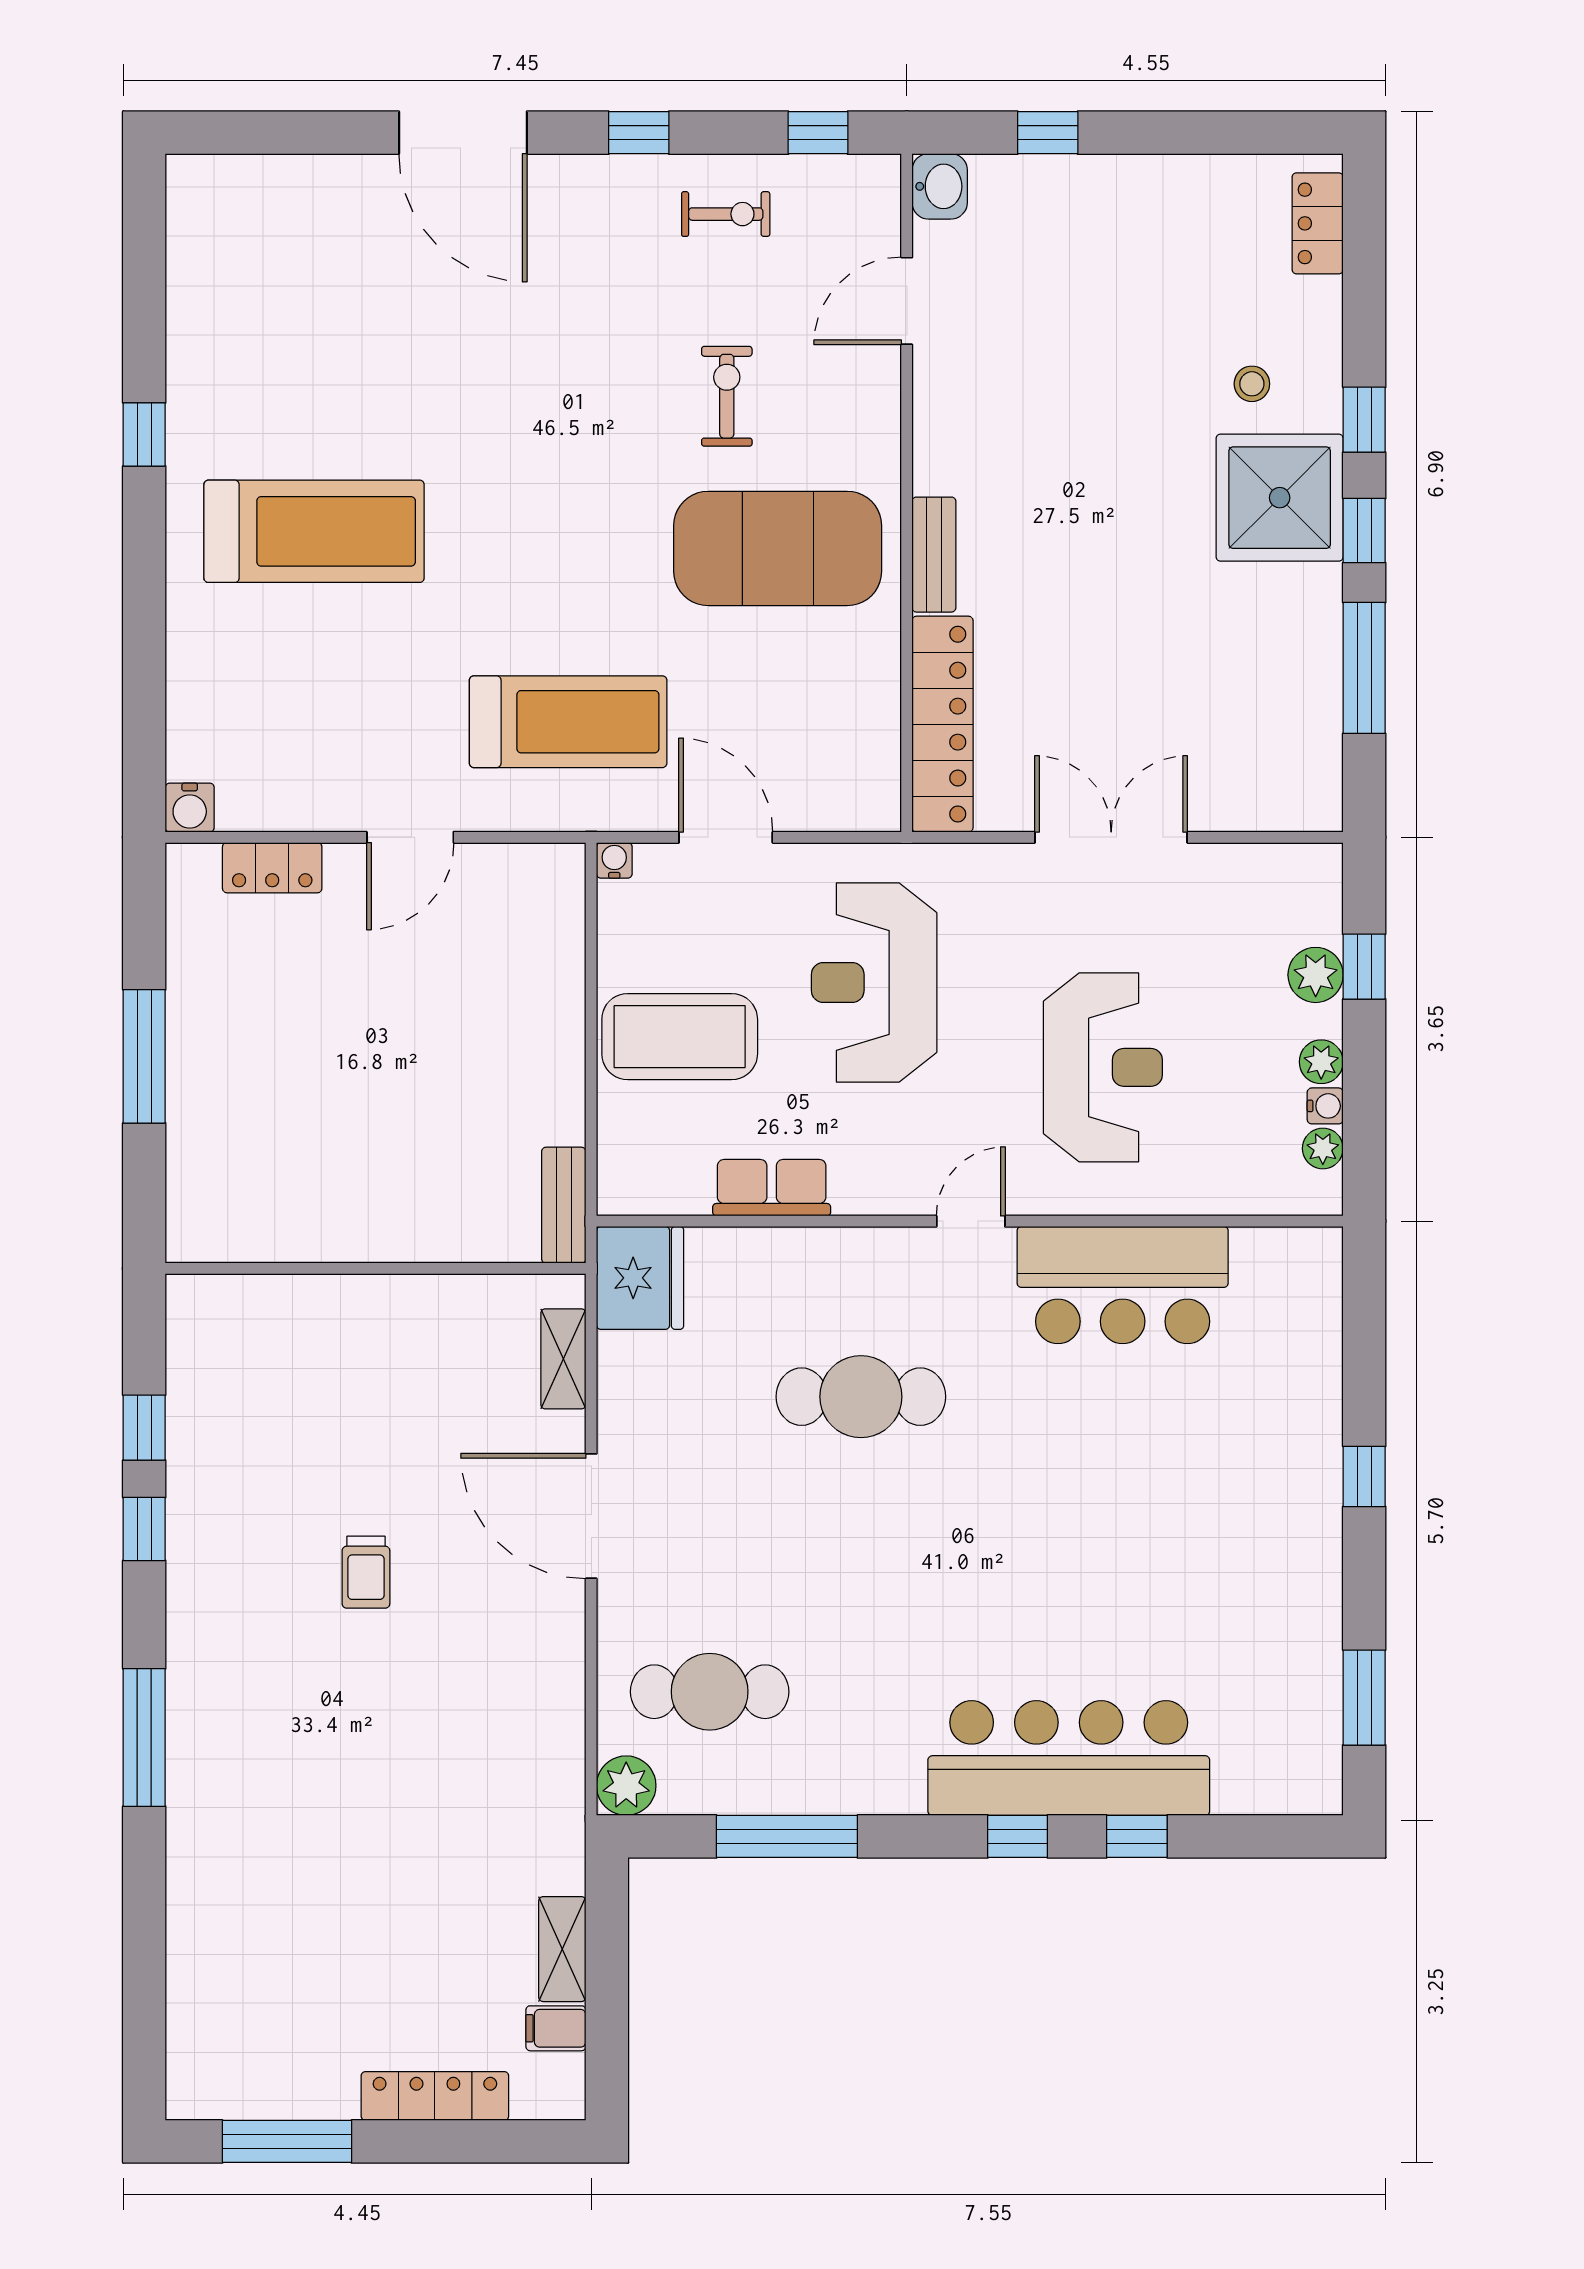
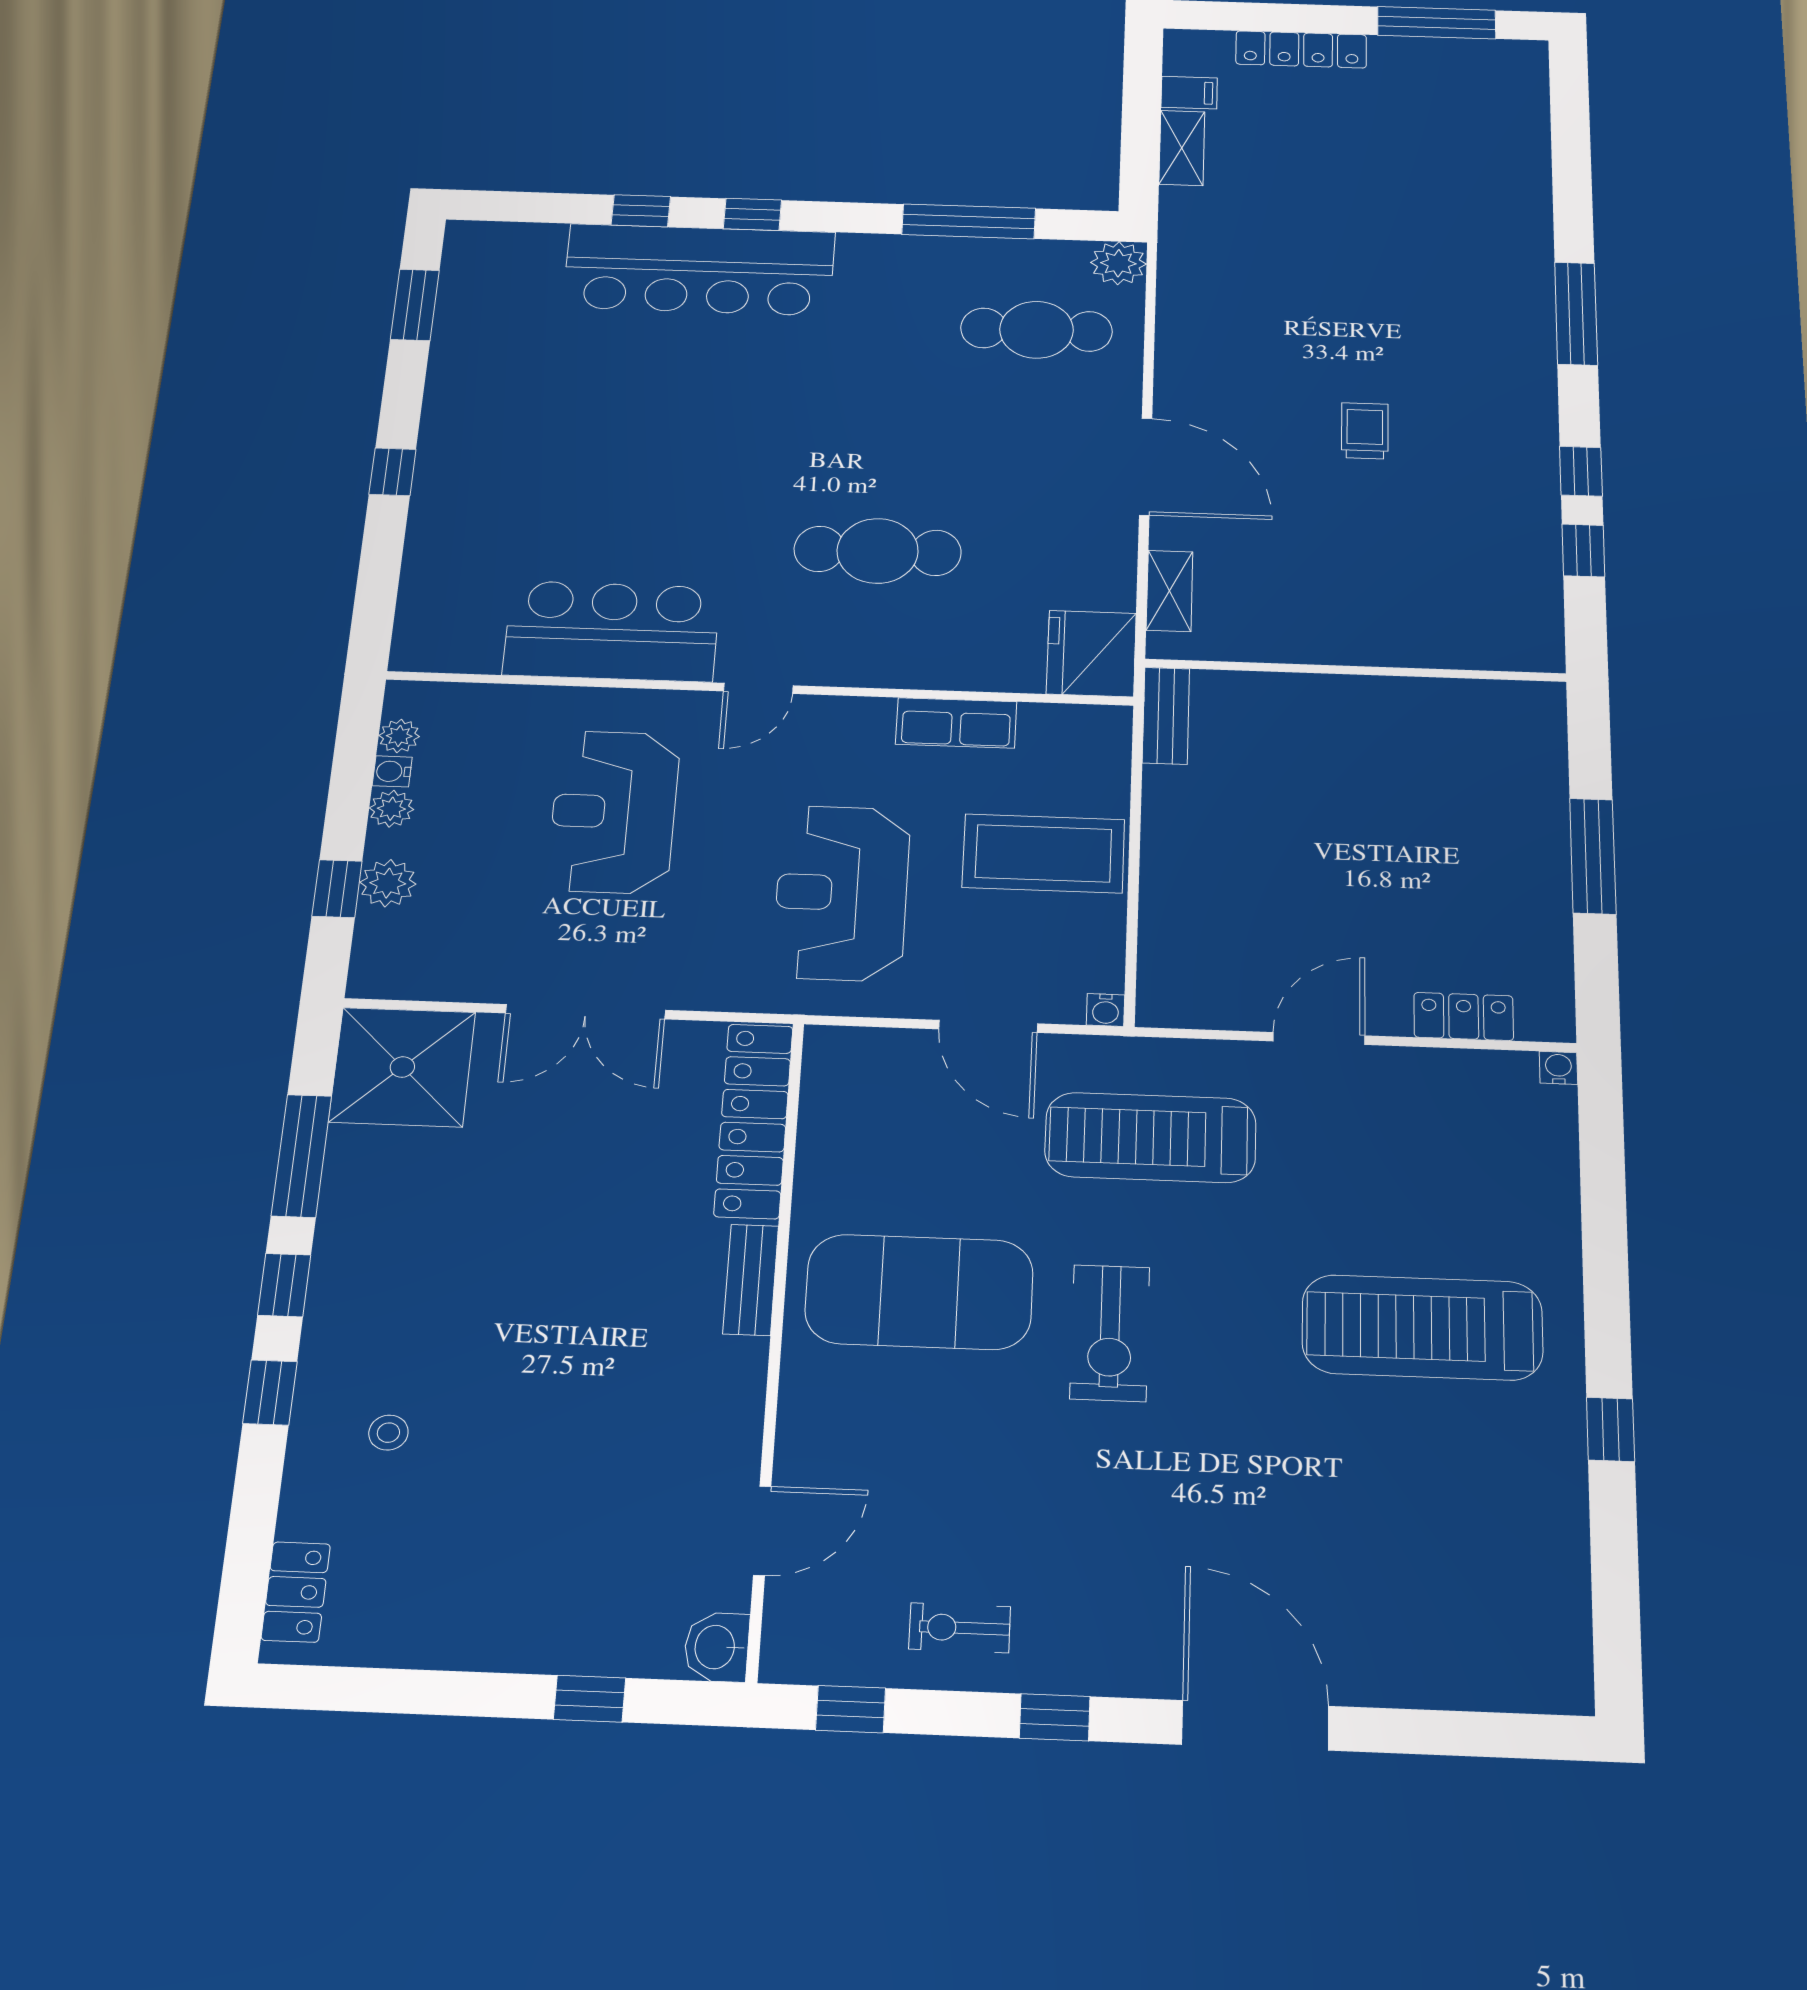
exercise bike: (727, 396) -> (1110, 1333), moved, width x1.38, depth x1.39
shower: (1280, 498) -> (402, 1067), moved
water cooler: (190, 808) -> (1558, 1068), width x0.72, depth x0.72
reception desk: (874, 983) -> (842, 893), turned 180

